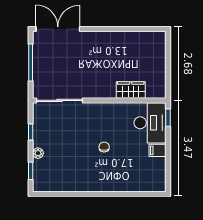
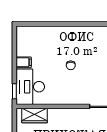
wardrobe: (131, 90) -> (35, 116), moved

